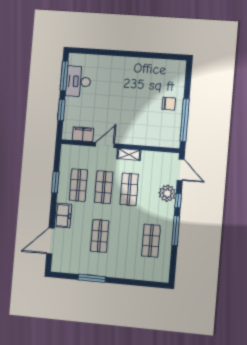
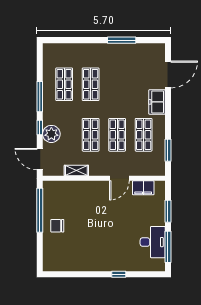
window: (113, 53) -> (119, 274), added
shelving: (129, 154) -> (76, 171), moved
window: (55, 182) -> (168, 150), moved
shop shelf: (100, 236) -> (91, 84), moved

